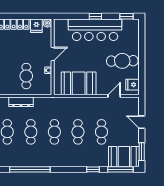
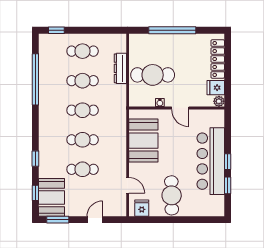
window: (126, 16) -> (228, 185), moved
cafe table: (26, 76) -> (153, 75), width x1.37, depth x1.35
window: (120, 169) -> (35, 193), width x0.46

